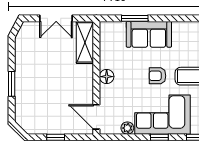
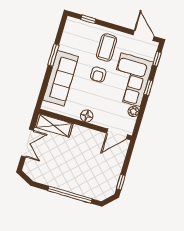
window: (135, 18) -> (53, 55), moved
sofa: (149, 34) -> (61, 78), width x1.36
window: (12, 84) -> (70, 195), width x2.11
window: (56, 137) -> (121, 182), moved

